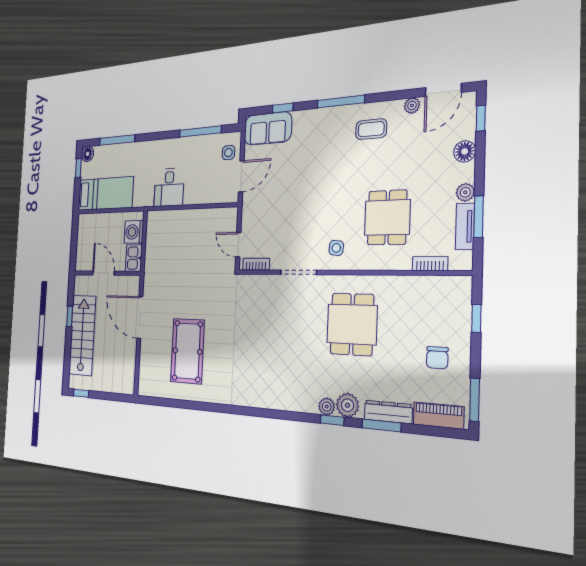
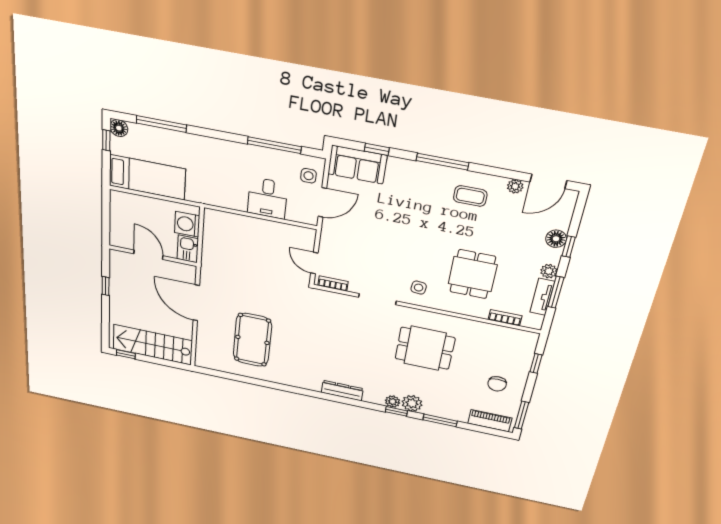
window: (481, 118) -> (569, 247), moved
desk: (169, 187) -> (267, 198), moved
dining table: (352, 324) -> (425, 348), turned 90
stairs: (82, 335) -> (153, 345), moved, turned -90
dresser: (388, 412) -> (342, 391), moved

